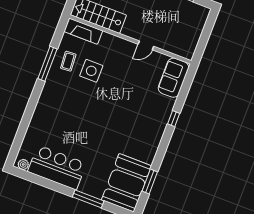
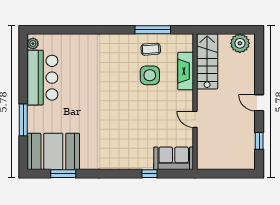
fireplace: (83, 31) -> (186, 71), moved
window: (47, 64) -> (153, 30), moved
window: (174, 119) -> (150, 174), moved

